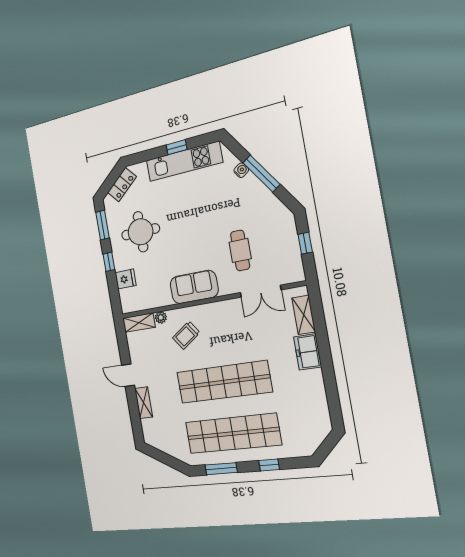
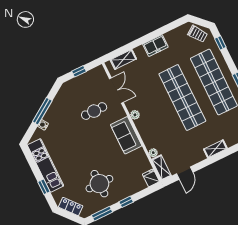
window: (177, 147) -> (44, 187), moved
fridge: (126, 279) -> (151, 178), moved
plant: (218, 308) -> (135, 115), added
trolley: (186, 335) -> (198, 34), moved
freezer: (308, 352) -> (155, 46), moved
door: (128, 375) -> (185, 173), moved
window: (269, 465) -> (220, 43), moved

